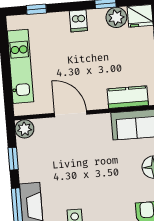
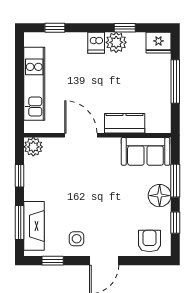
plant: (116, 17) -> (116, 42), moved
kitchen counter: (128, 97) -> (125, 123), moved

